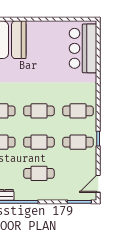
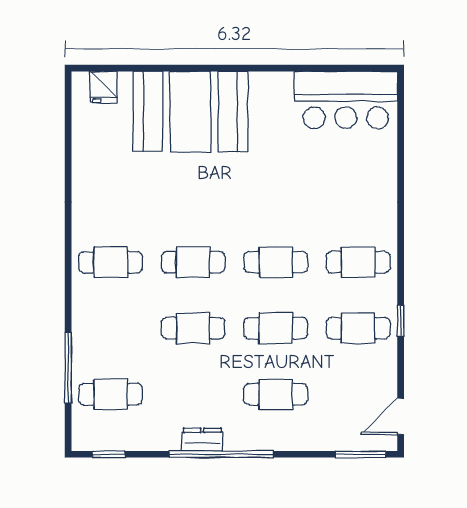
bar counter: (83, 48) -> (346, 100), moved, turned -90

